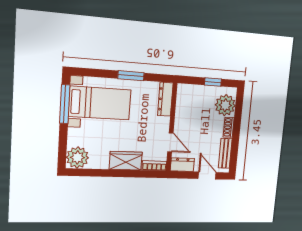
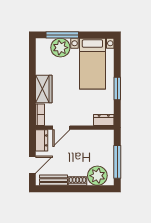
window: (213, 82) -> (117, 162), width x2.17
dresser: (165, 99) -> (104, 120), width x0.70
window: (65, 104) -> (62, 35), moved
plant: (77, 158) -> (60, 48), moved

